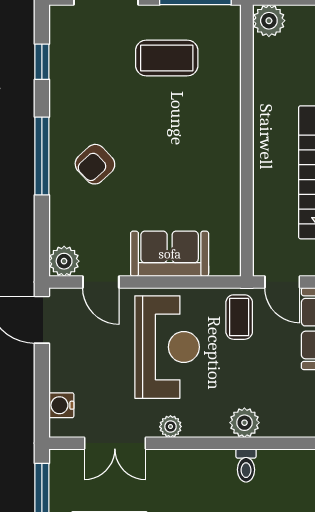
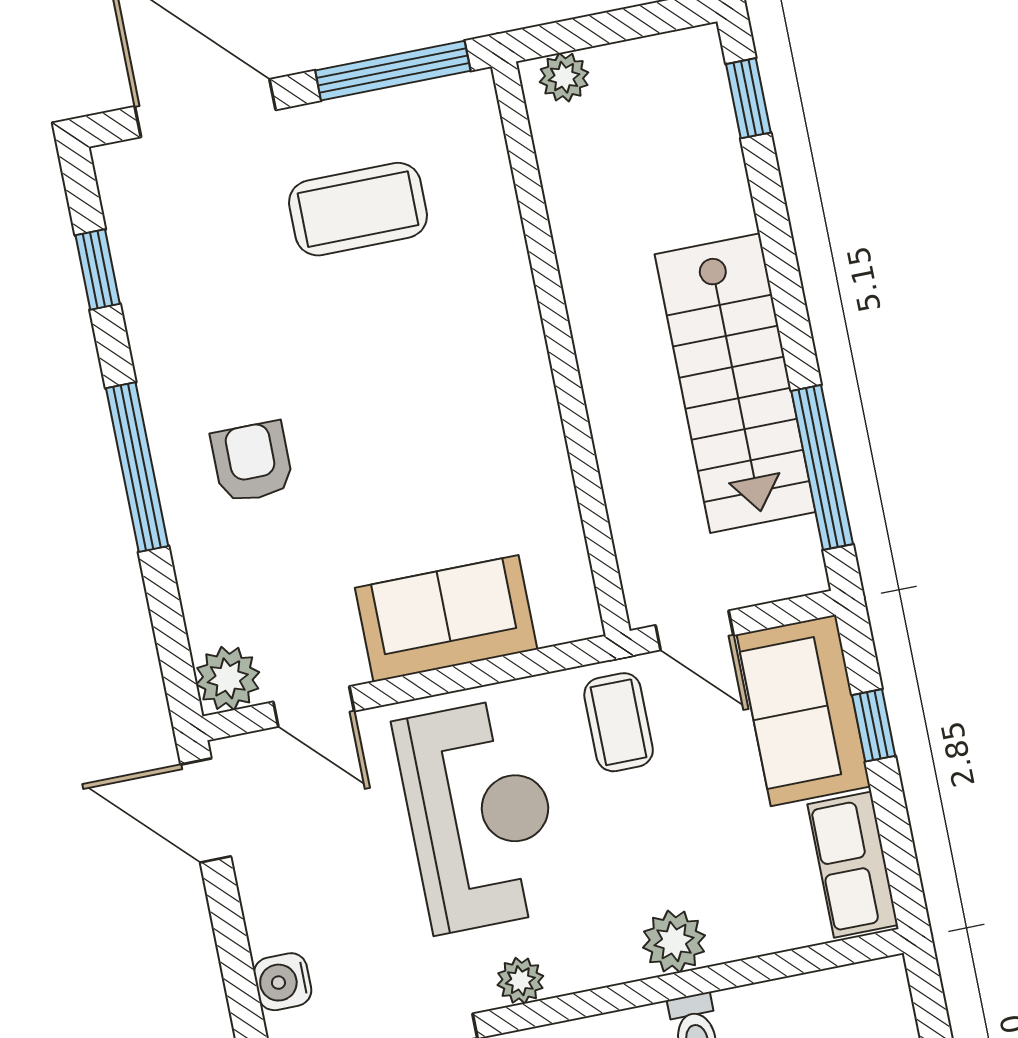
plant: (269, 21) -> (564, 77), width x0.73, depth x0.73
armchair: (95, 164) -> (252, 462), turned 133

